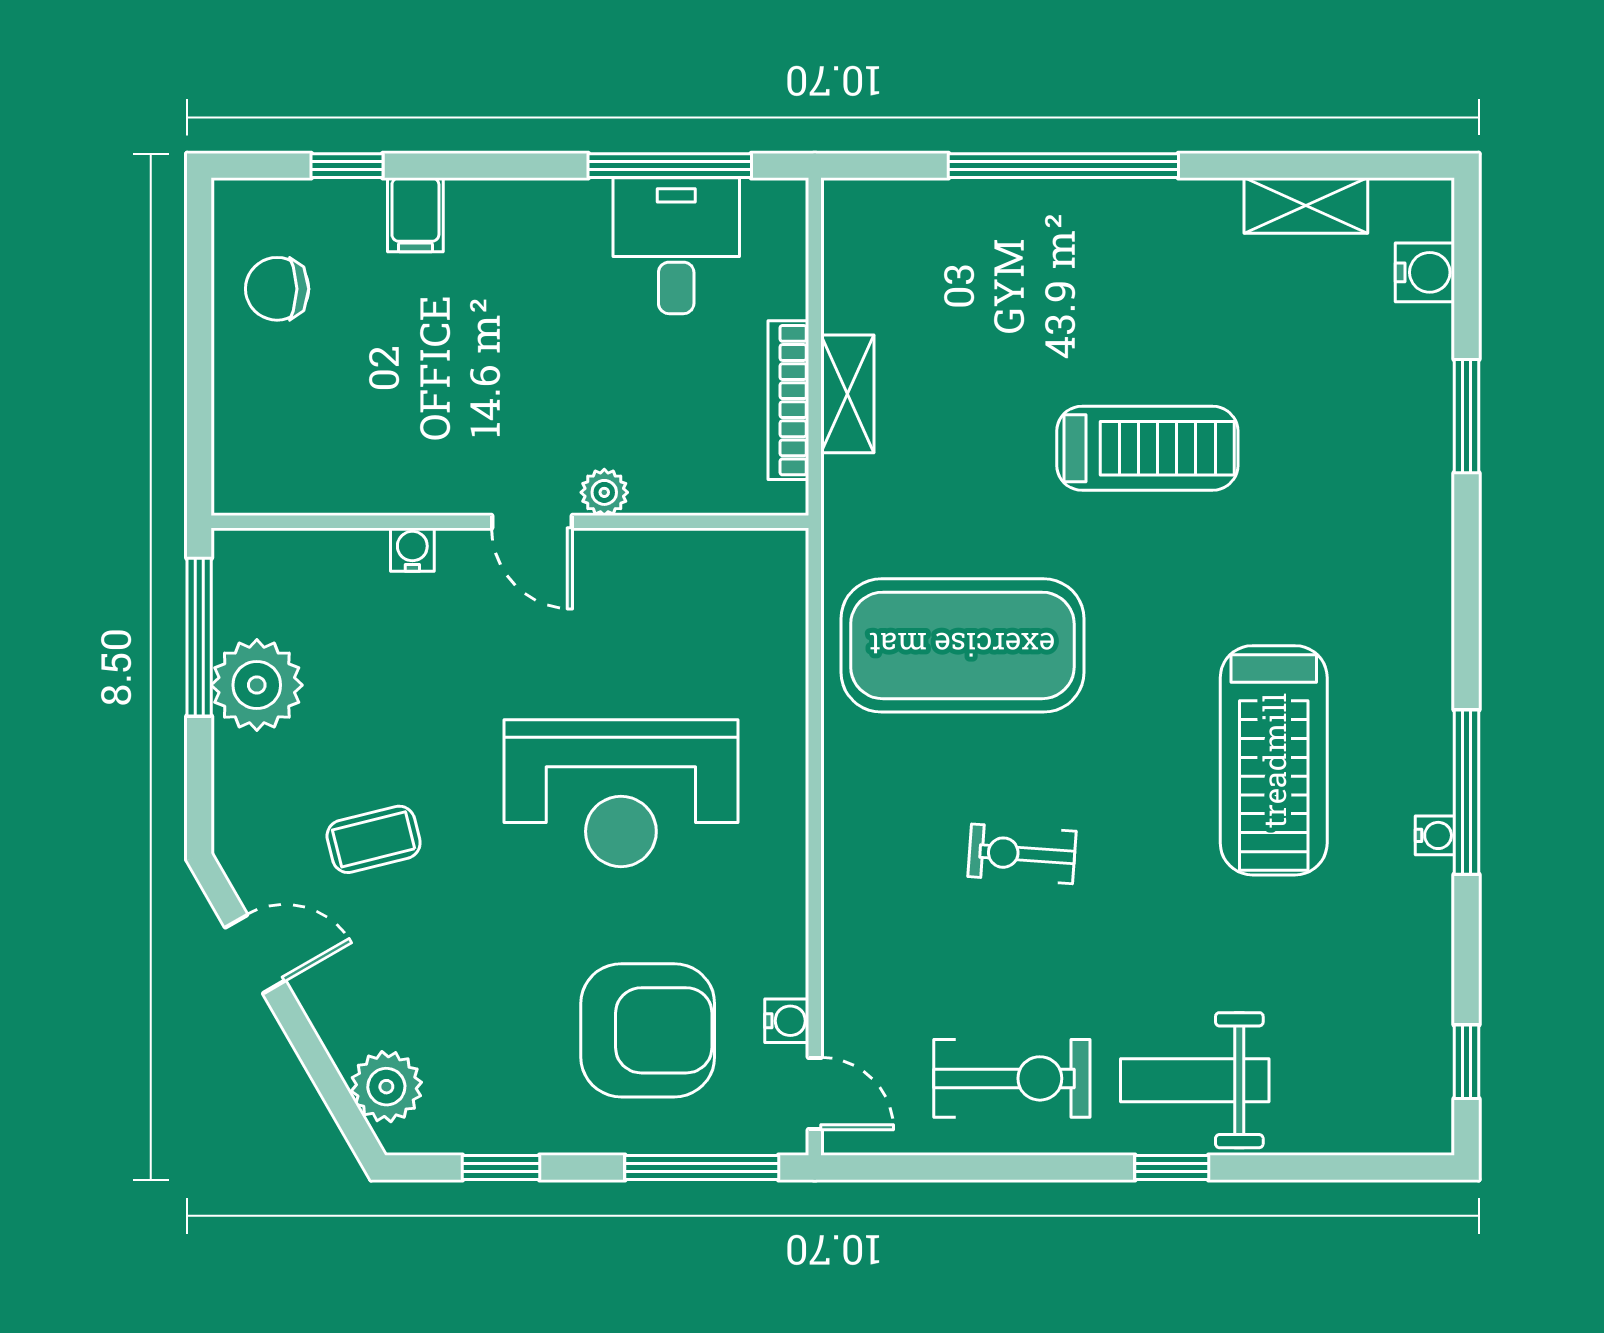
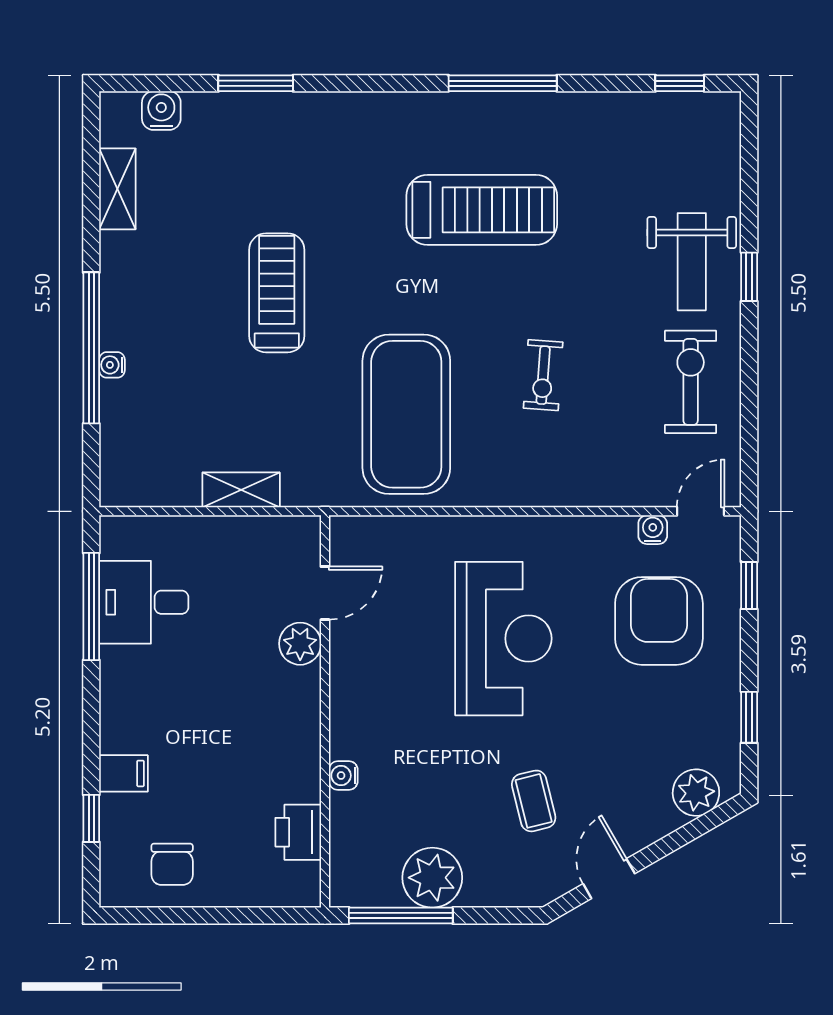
bookcase: (788, 400) -> (245, 529), removed
printer: (326, 481) -> (298, 832), added
plant: (604, 492) -> (300, 644), width x1.38, depth x1.38
door: (532, 522) -> (325, 593), moved
water cooler: (1435, 835) -> (112, 365), moved, turned -90
window: (702, 1168) -> (749, 585), width x0.46

